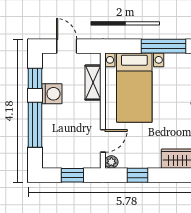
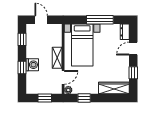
shelving: (93, 83) -> (57, 58), moved
washing machine: (52, 94) -> (32, 65), moved
window: (35, 125) -> (22, 67), width x0.46

